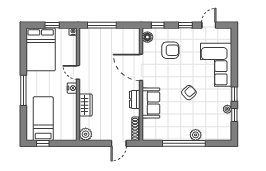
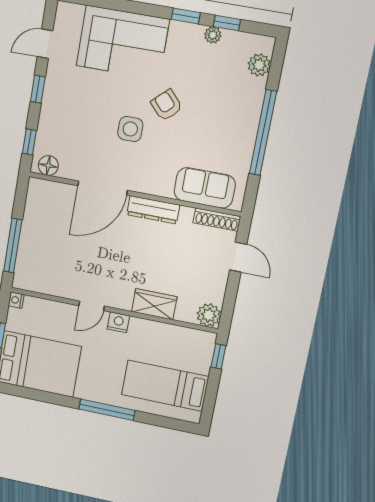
door: (209, 25) -> (45, 44), hinge flipped
armchair: (170, 50) -> (80, 127), removed
side table: (174, 76) -> (130, 129), added
dresser: (135, 99) -> (153, 210), width x1.44
sofa: (151, 103) -> (205, 188), moved
plant: (196, 135) -> (259, 65), moved
window: (43, 143) -> (218, 356), moved

